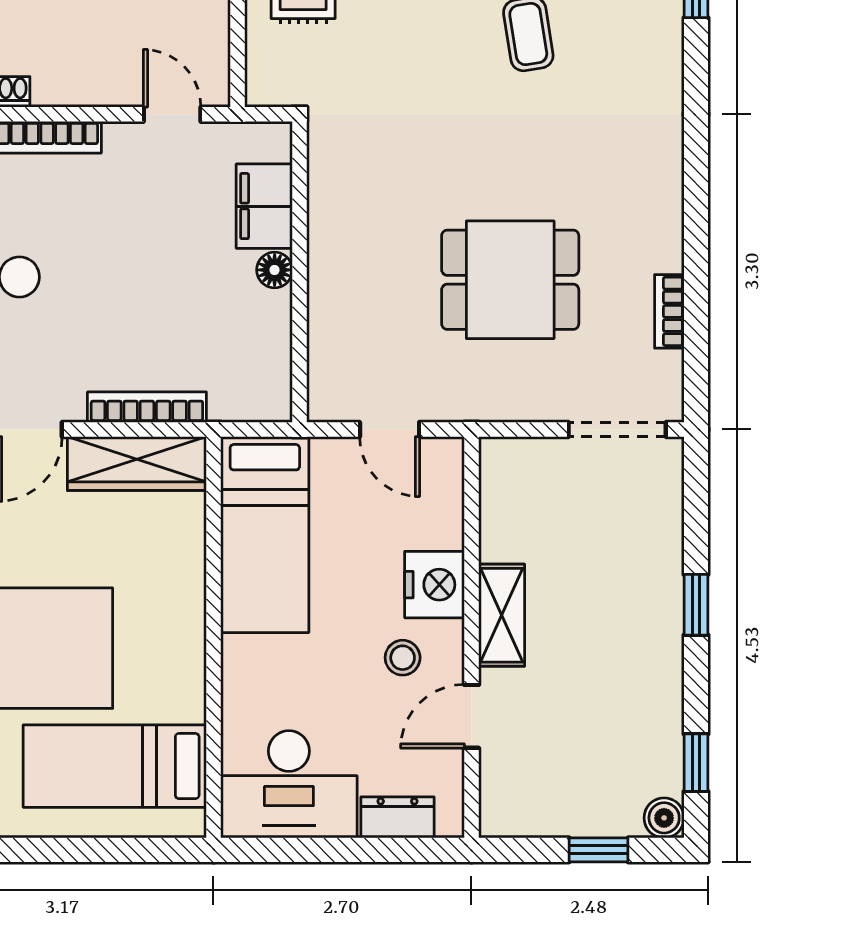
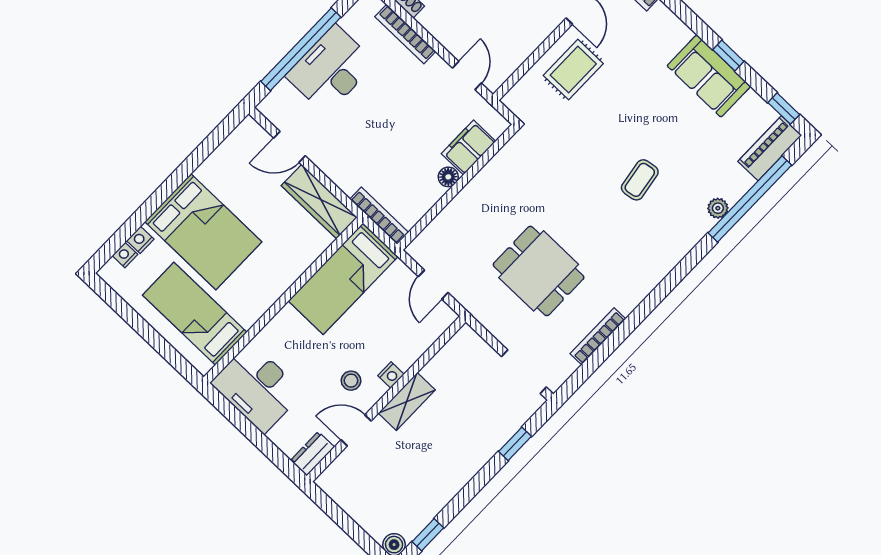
bookcase: (669, 311) -> (598, 336), width x1.56
bookcase: (147, 407) -> (379, 216), moved
nightstand: (435, 585) -> (391, 375), width x0.53, depth x0.56
window: (696, 605) -> (515, 444), moved
dresser: (397, 817) -> (312, 454), moved, turned -90
window: (599, 850) -> (356, 532), removed

